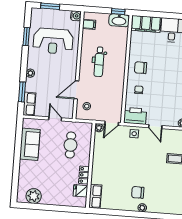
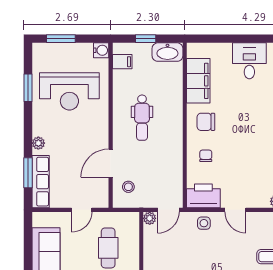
window: (118, 11) -> (146, 39), moved
filing cabinet: (146, 24) -> (198, 81), moved, turned -90
row of seats: (29, 104) -> (41, 182), width x1.48
door: (55, 119) -> (82, 210), swing flipped

